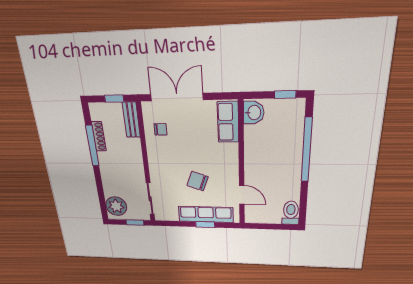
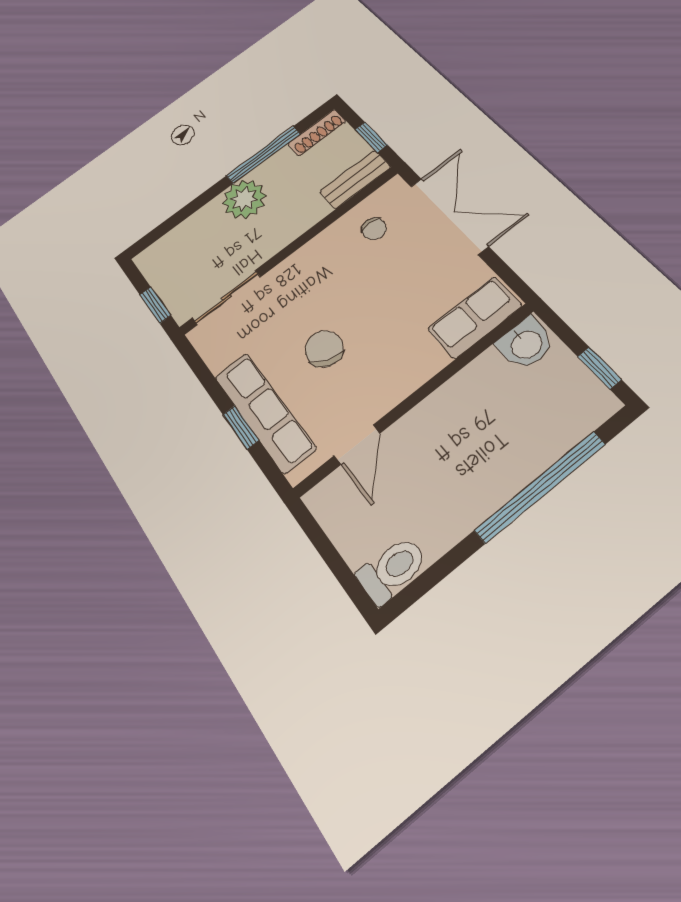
shoe rack: (99, 136) -> (317, 133), moved
plant: (116, 206) -> (244, 199), moved

